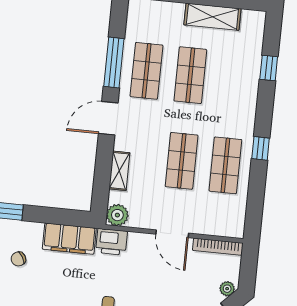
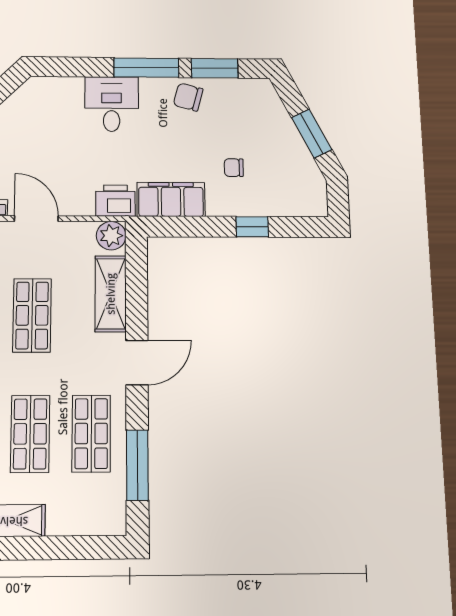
window: (114, 62) -> (137, 465), moved
shelving: (119, 171) -> (111, 294), width x1.50, depth x1.33
chair: (18, 259) -> (234, 168), turned -148

